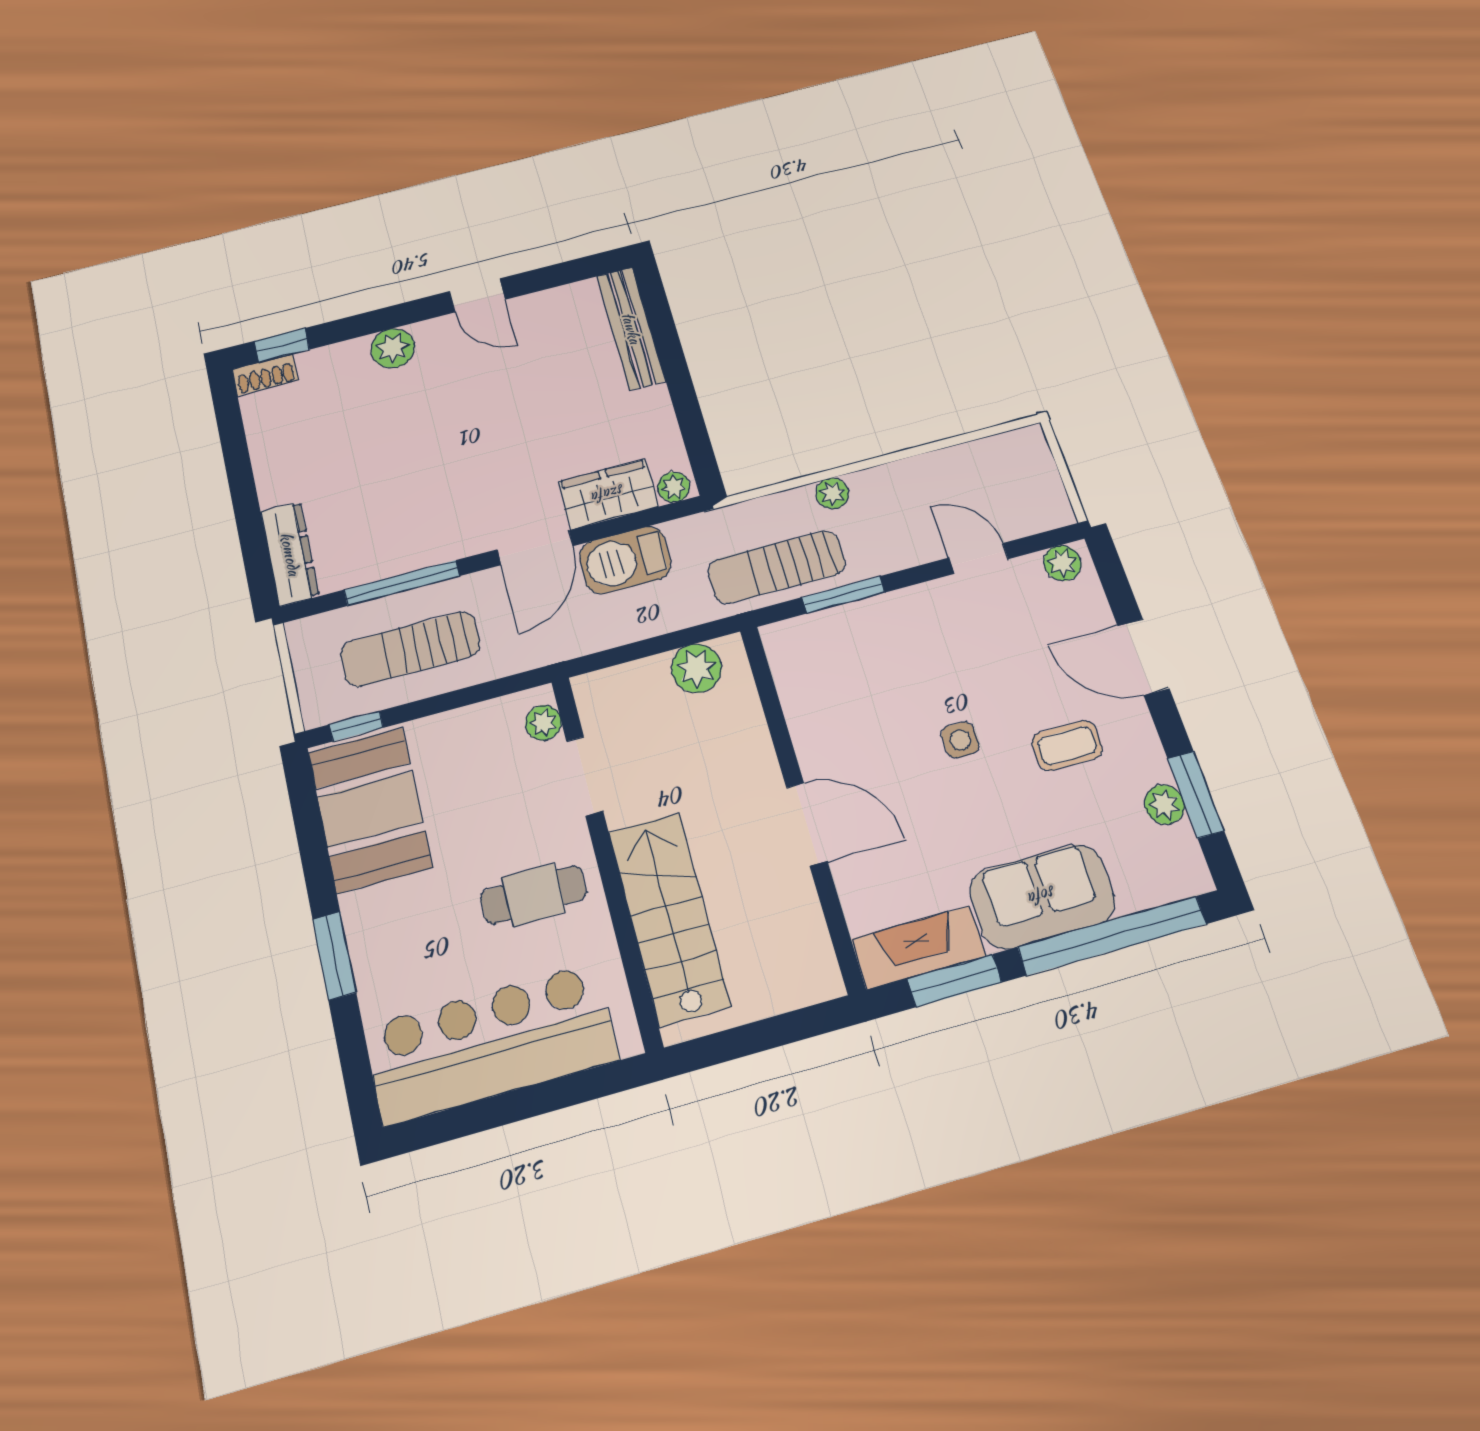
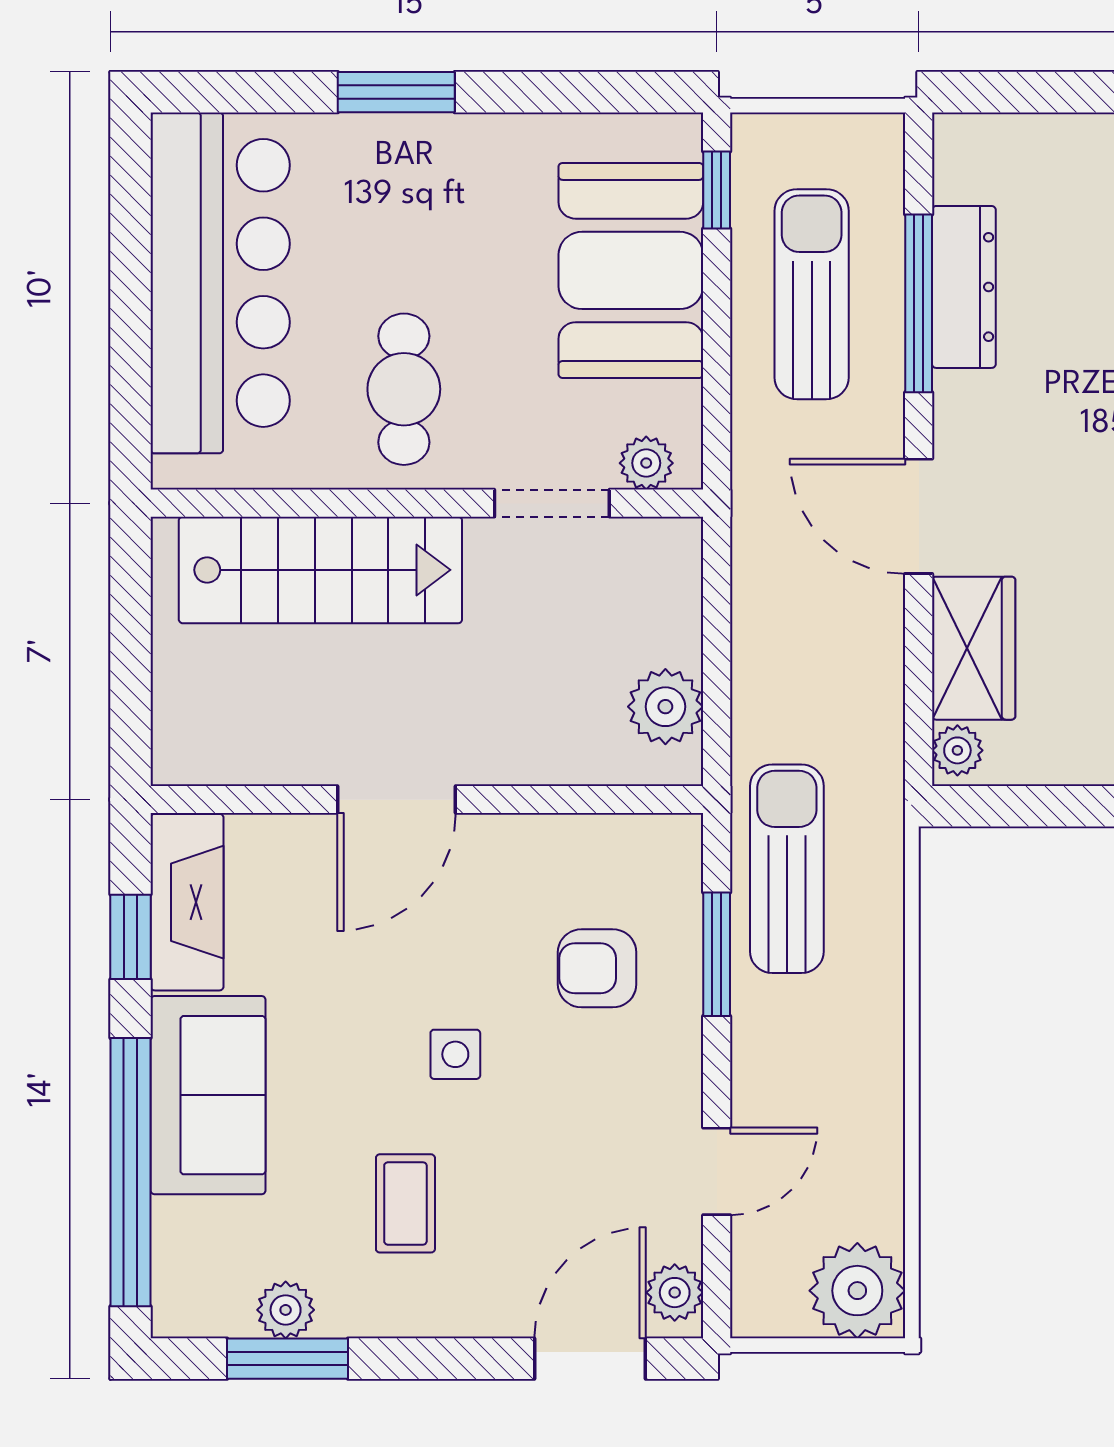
plant: (832, 493) -> (857, 1291), moved, width x1.87, depth x1.87
dresser: (290, 554) -> (964, 287), moved, turned -90
barbecue: (625, 560) -> (861, 646), removed
door: (1143, 657) -> (590, 1359), moved
armchair: (876, 666) -> (597, 968), added
booth: (370, 810) -> (631, 270), moved, turned 90
window: (954, 981) -> (130, 937), width x0.67

